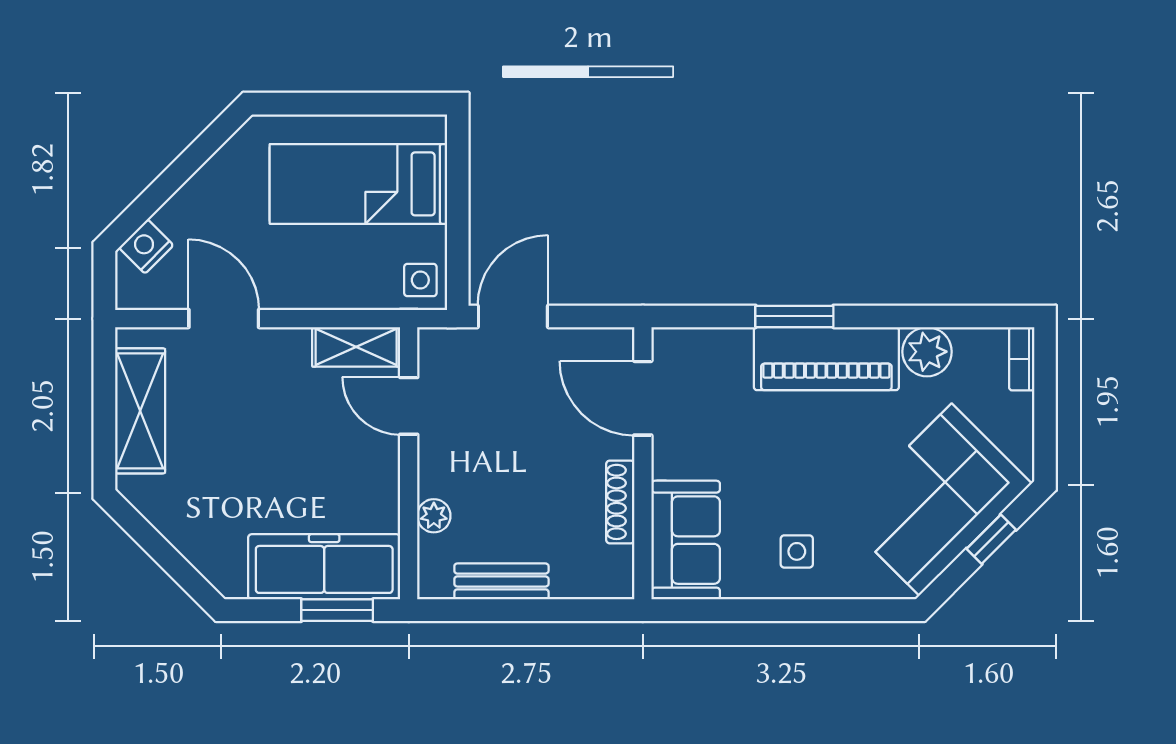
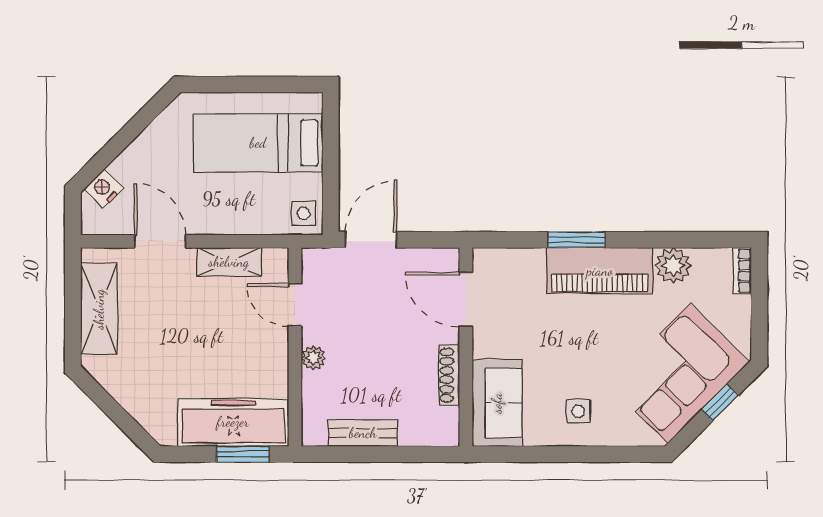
shelving: (356, 347) -> (229, 262), moved
plant: (434, 516) -> (313, 358), moved

